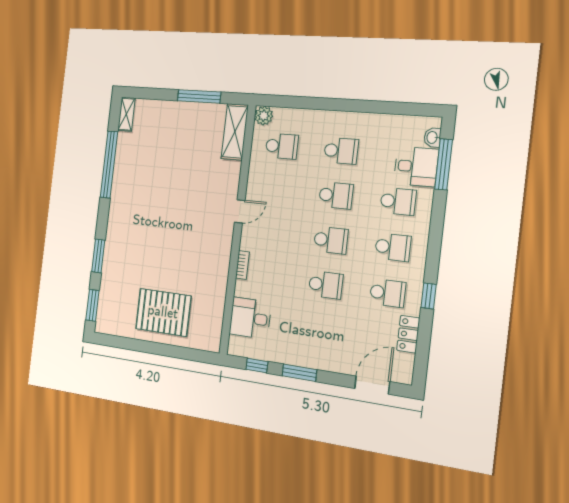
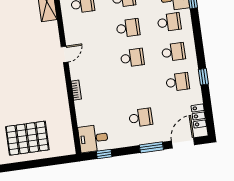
school desk: (326, 285) -> (141, 118), moved
desk: (250, 318) -> (93, 138), moved
locker: (408, 334) -> (199, 116), moved
window: (299, 373) -> (151, 147), moved

